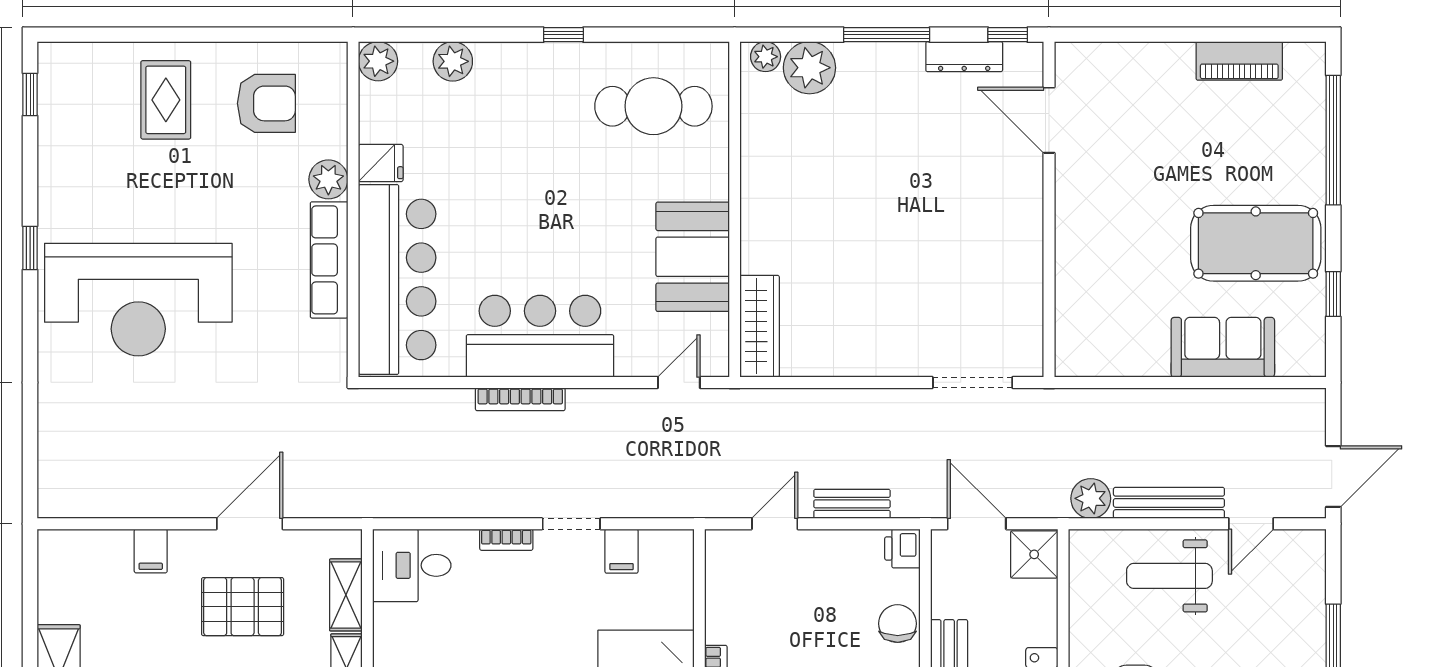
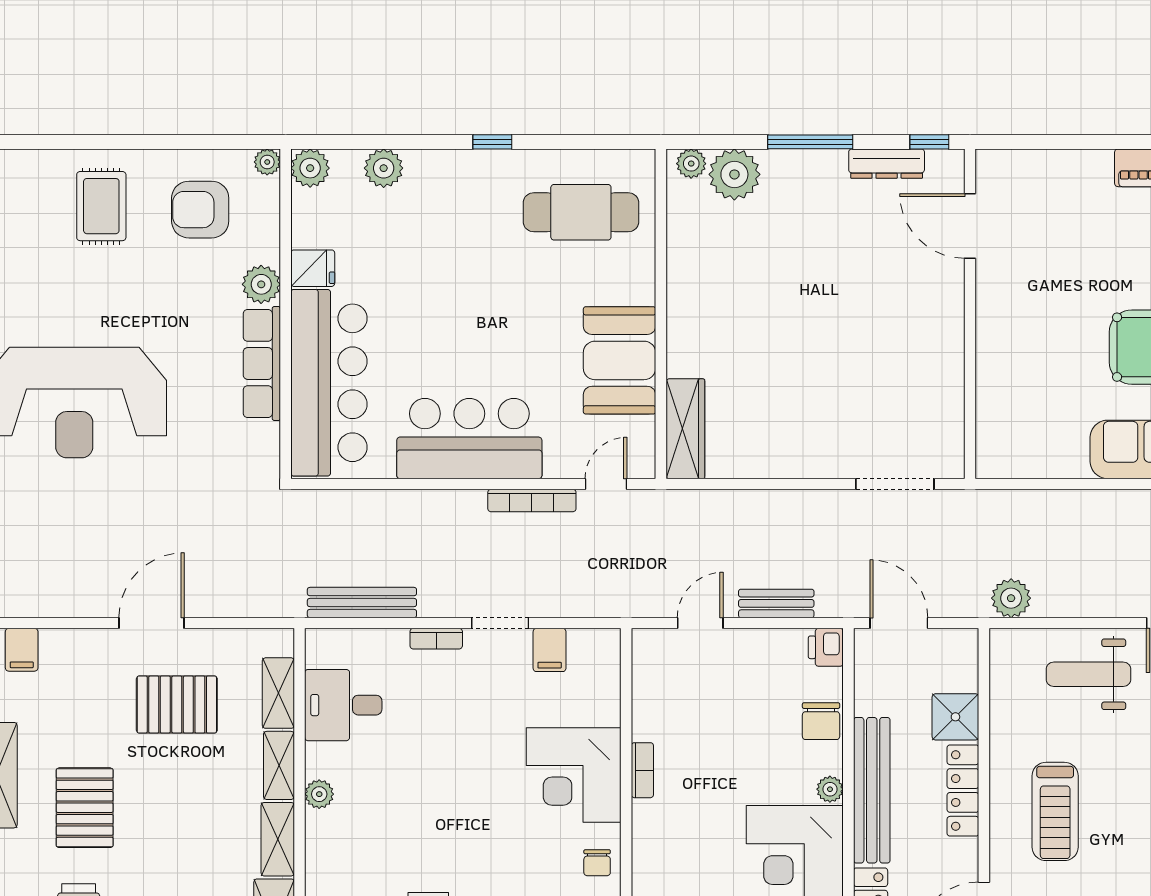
plant: (334, 55) -> (267, 162), added
armchair: (266, 103) -> (200, 210), turned 180
bookcase: (520, 399) -> (532, 501), moved
bench: (1169, 503) -> (362, 603), moved
door: (250, 524) -> (152, 623), moved
filing cabinet: (151, 551) -> (22, 650), moved
shower: (1034, 554) -> (955, 717), moved
desk: (412, 565) -> (343, 705), moved
chair: (898, 624) -> (821, 721), turned 180

